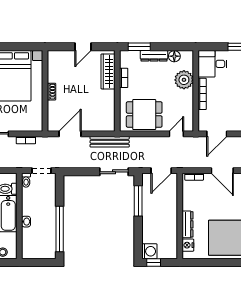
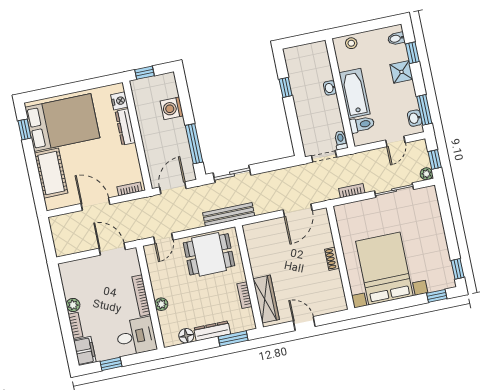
door: (83, 47) -> (304, 324), hinge flipped
plant: (184, 80) -> (161, 304), width x0.53, depth x0.53
door: (217, 134) -> (112, 249), hinge flipped
bench: (110, 142) -> (229, 214), moved
window: (60, 229) -> (286, 87), width x0.32
washing machine: (149, 251) -> (172, 108), moved
window: (154, 263) -> (144, 73), moved

